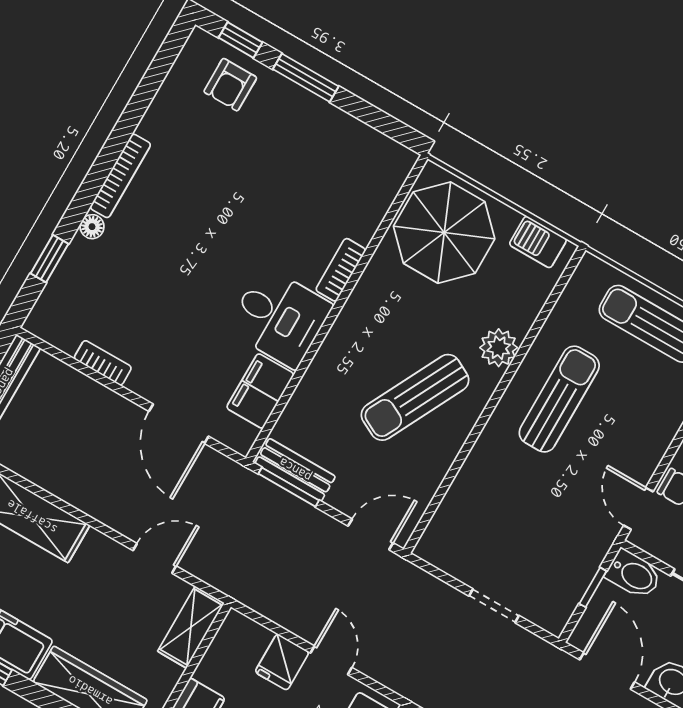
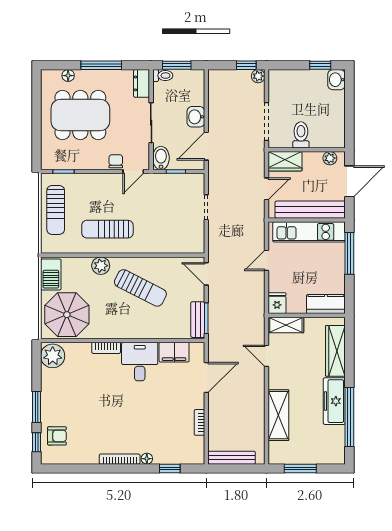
plant: (383, 162) -> (53, 356), added
barbecue: (538, 242) -> (51, 274), width x1.38, depth x1.27
fridge: (282, 662) -> (277, 303), moved, turned -90

